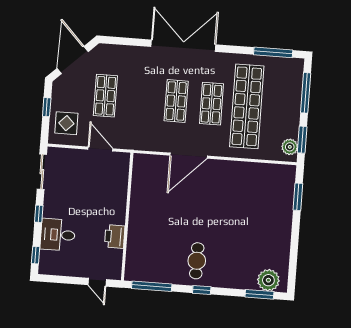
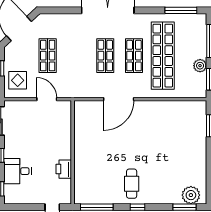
plant: (290, 147) -> (200, 66), moved

